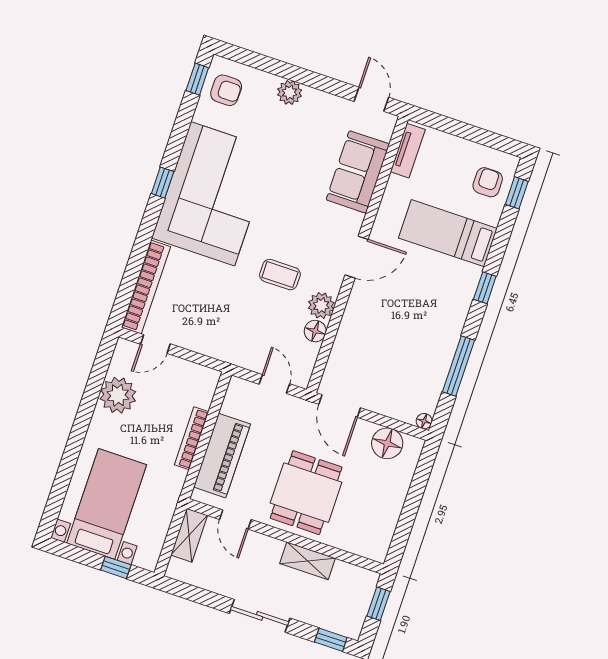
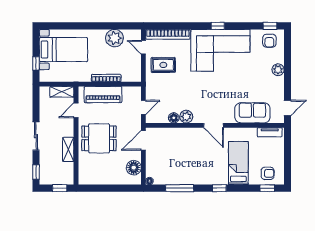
coffee table: (280, 275) -> (194, 93), removed
rug: (204, 316) -> (163, 65), added

